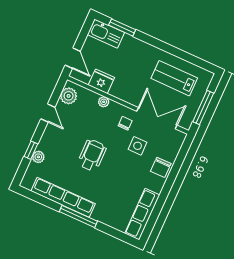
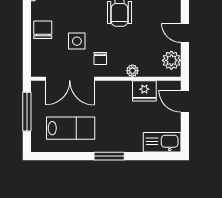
window: (122, 27) -> (109, 156), moved

